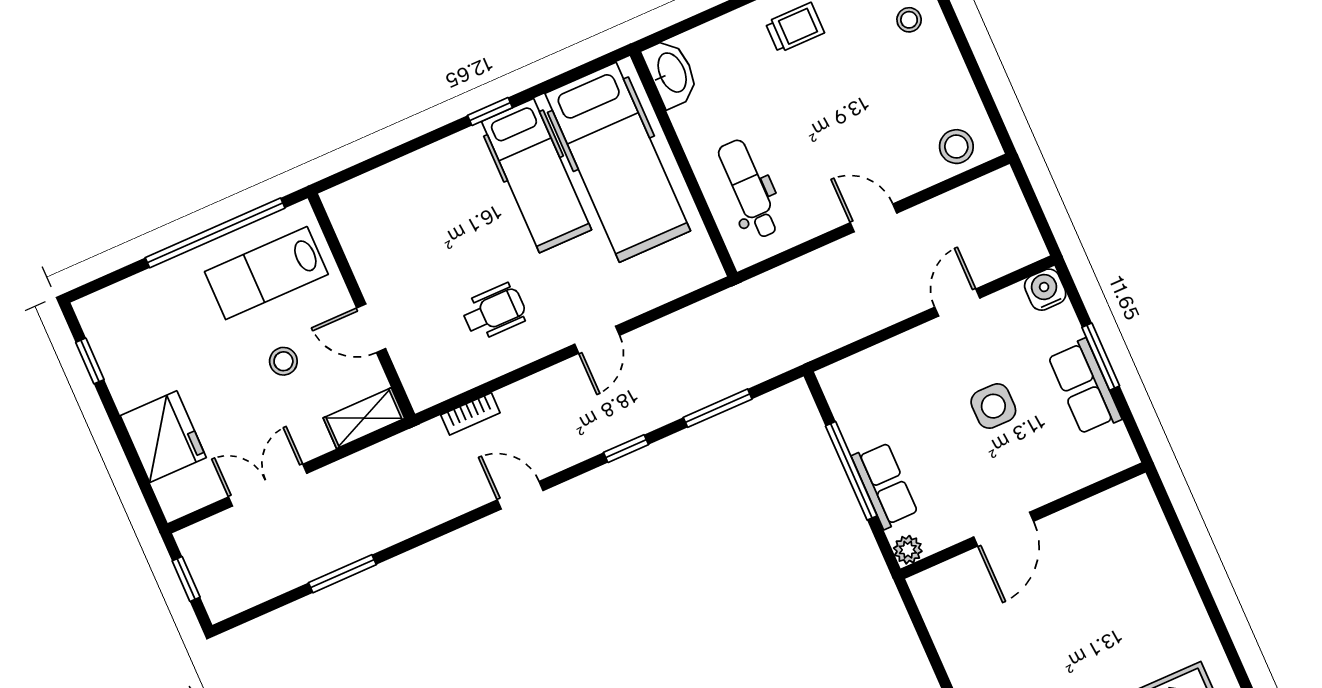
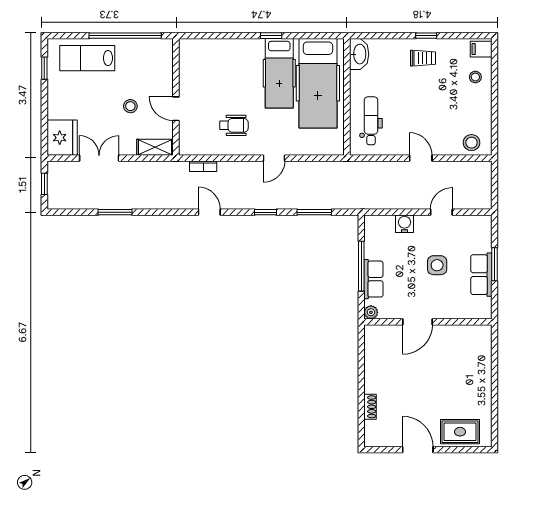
lab bench: (266, 273) -> (87, 58), moved
water cooler: (1045, 290) -> (405, 224), moved
fridge: (163, 437) -> (62, 138), moved

